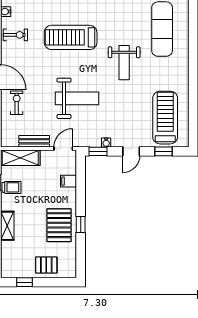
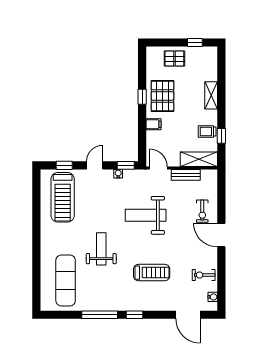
treadmill: (71, 37) -> (152, 273), width x0.73, depth x0.73
door: (63, 149) -> (158, 168), swing flipped
filing cabinet: (69, 181) -> (154, 124), moved

